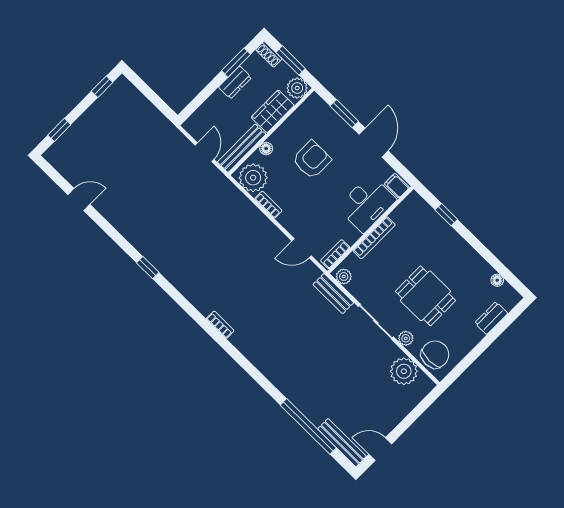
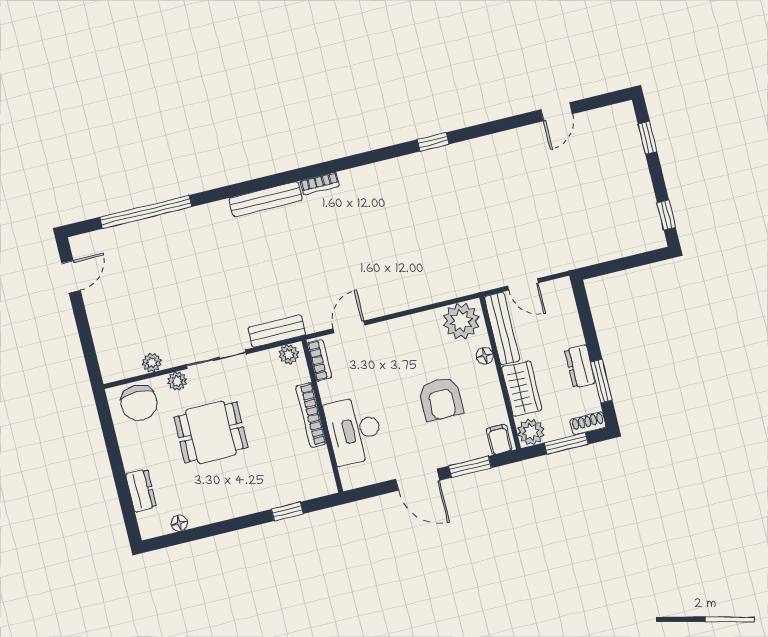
filing cabinet: (397, 186) -> (499, 439), moved, turned -90
bookcase: (268, 205) -> (421, 320), removed
plant: (404, 371) -> (152, 363), width x0.53, depth x0.53
bench: (342, 443) -> (266, 199), moved

